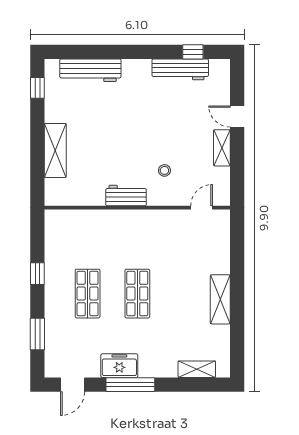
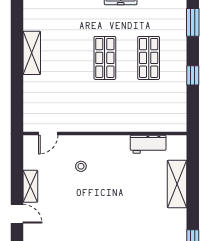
workbench: (126, 196) -> (148, 144), moved

